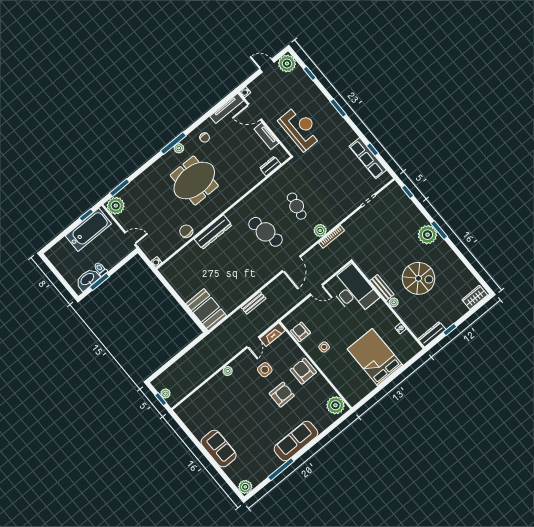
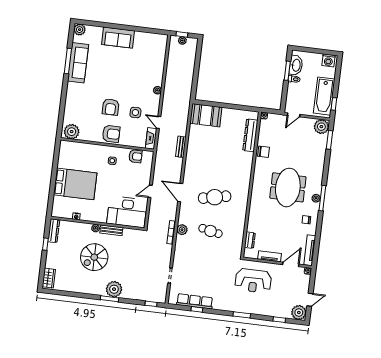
dresser: (213, 232) -> (250, 135), moved
washing machine: (56, 257) -> (328, 60), added
sofa: (296, 441) -> (78, 63), moved

